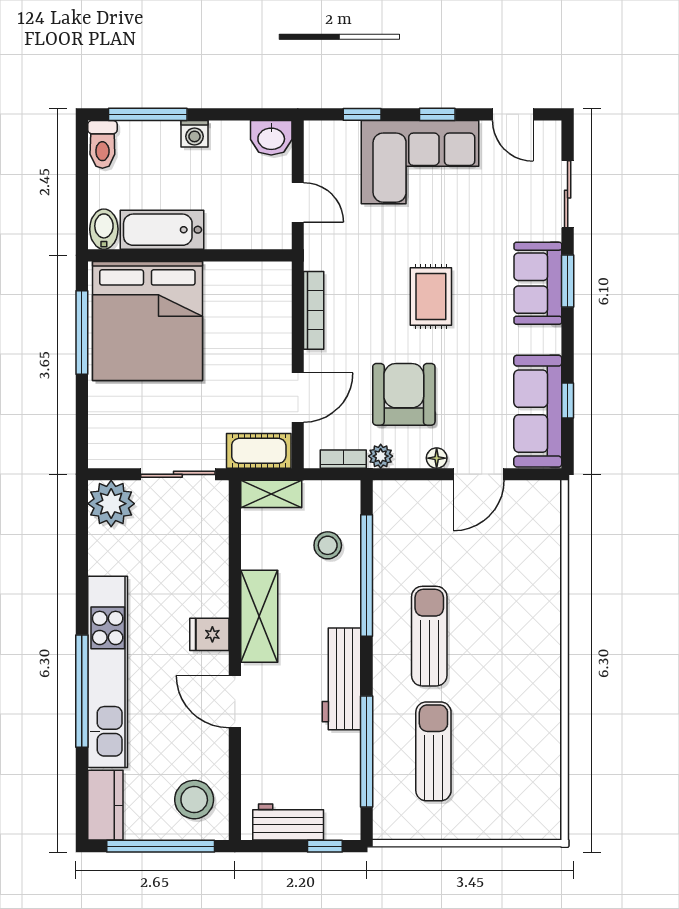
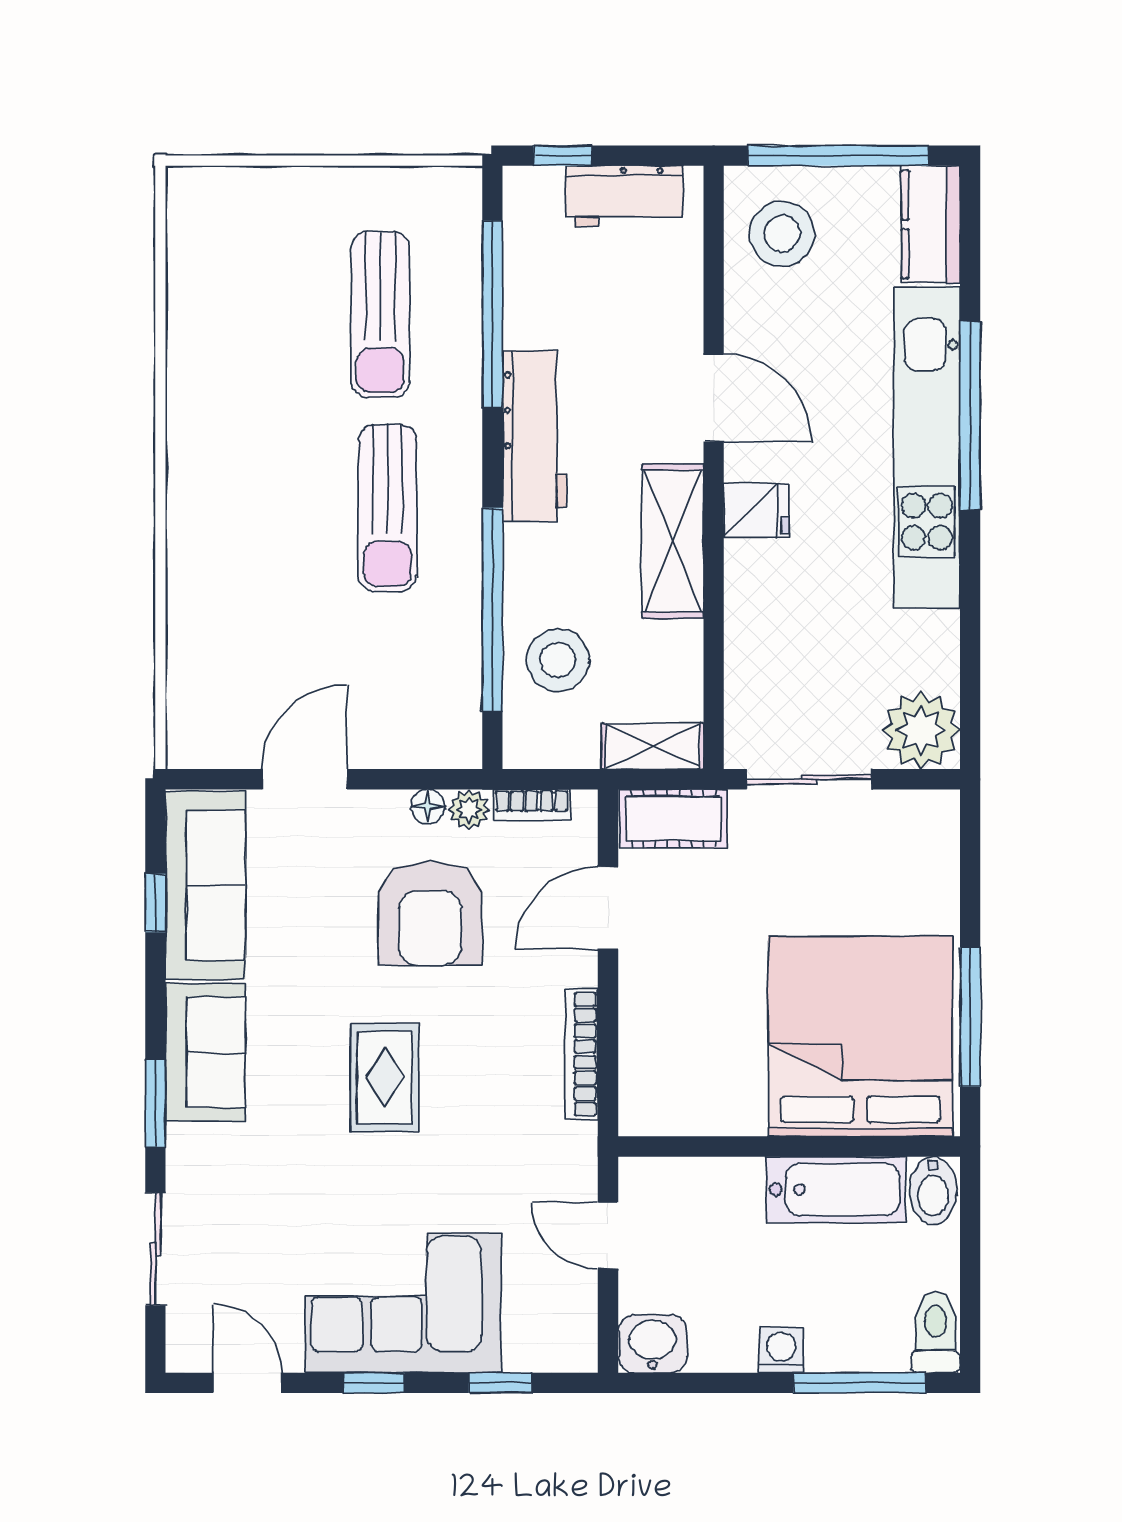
sofa: (538, 283) -> (205, 1052), moved
floor lamp: (437, 458) -> (428, 806), moved
stool: (328, 545) -> (558, 660), width x1.38, depth x1.38

